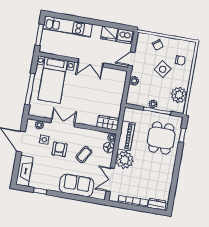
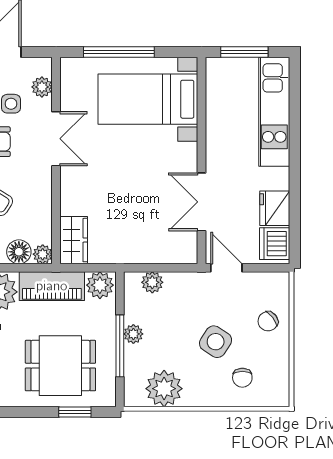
double door: (91, 63) -> (202, 202), moved
plant: (134, 81) -> (152, 282), moved
plant: (129, 115) -> (100, 285), added

